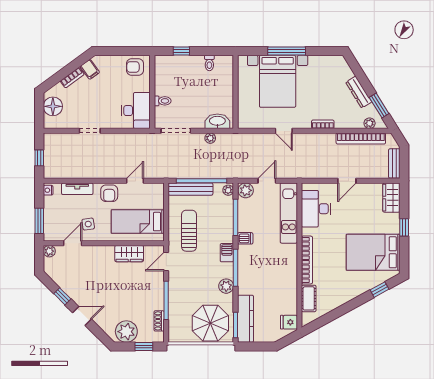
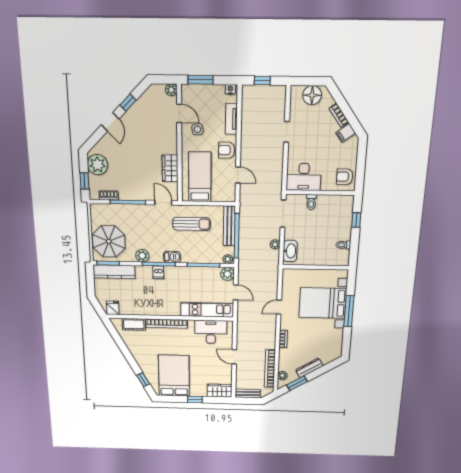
armchair: (135, 67) -> (345, 177), turned -90
dishwasher: (245, 238) -> (158, 272), moved

